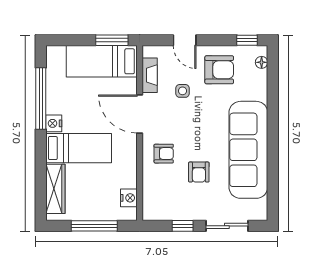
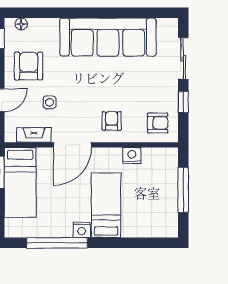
armchair: (199, 172) -> (158, 123), moved
wardrobe: (55, 189) -> (147, 228), removed
nightstand: (129, 198) -> (132, 156), moved

